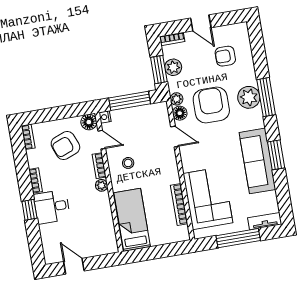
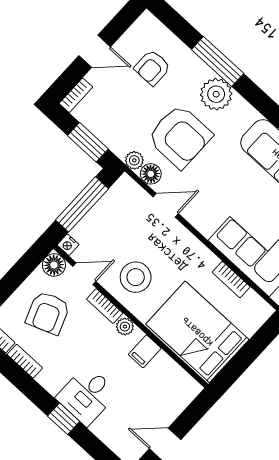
plant: (173, 67) -> (102, 127), removed
window: (266, 97) -> (218, 62), moved
armchair: (211, 105) -> (180, 136), turned 180
stool: (128, 163) -> (136, 277), width x1.89, depth x1.89
bookcase: (36, 180) -> (25, 361), moved
bookcase: (179, 204) -> (231, 280), width x0.64
filing cabinet: (102, 207) -> (145, 351), added
bed: (132, 220) -> (197, 332), width x1.50

